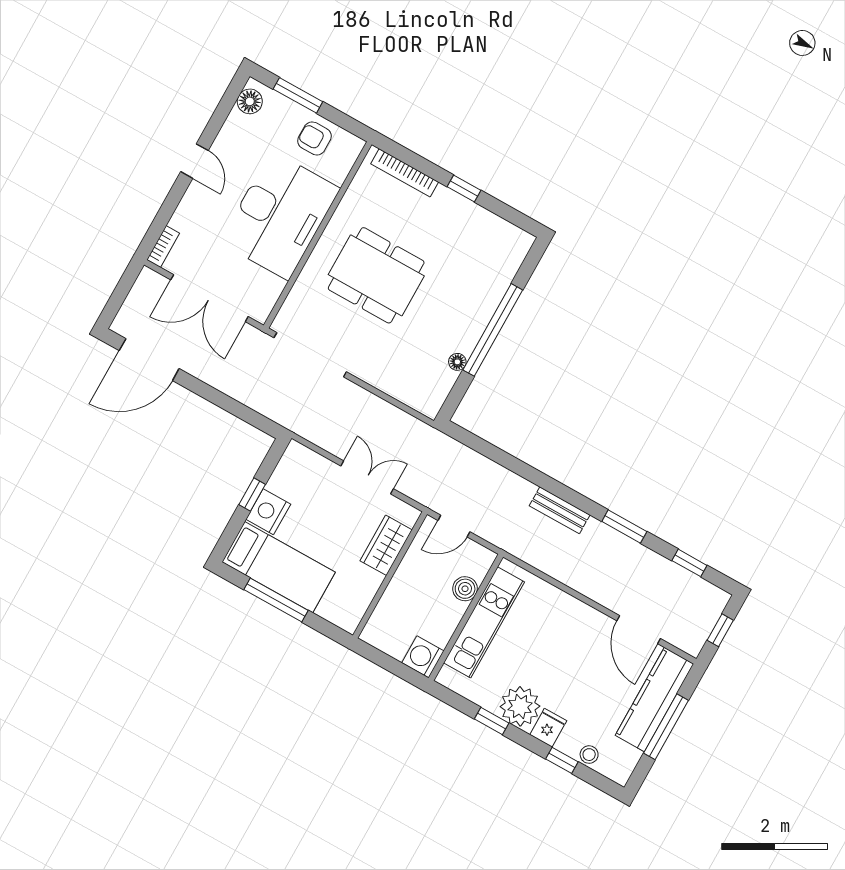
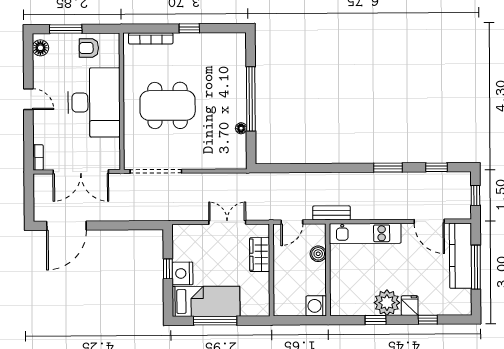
bench: (560, 510) -> (331, 213), moved
kitchen unit: (484, 622) -> (365, 233), moved, turned 90
stool: (589, 755) -> (441, 308), removed

